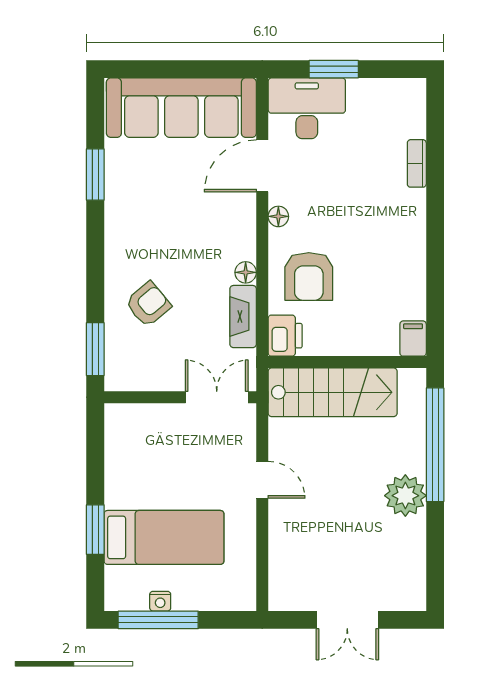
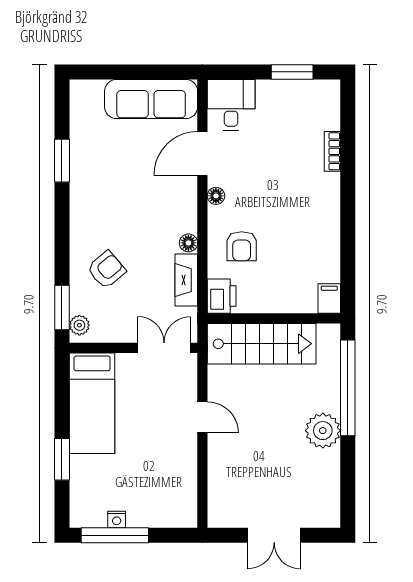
window: (334, 69) -> (292, 72), moved
sofa: (181, 108) -> (151, 99), width x0.74, depth x0.79
desk: (307, 108) -> (231, 105), width x0.73
armchair: (309, 276) -> (242, 246), width x0.72, depth x0.72
plant: (116, 370) -> (79, 325), added
bed: (164, 537) -> (92, 403), moved, turned 90

